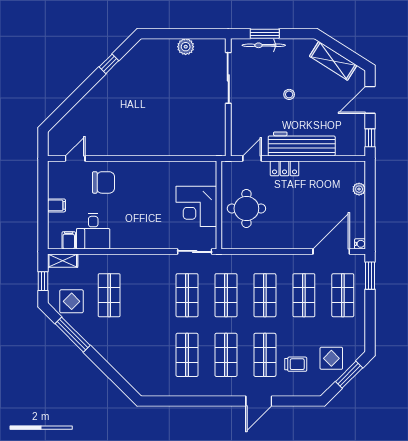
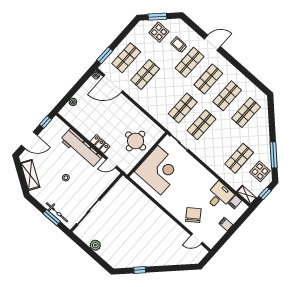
chair: (104, 182) -> (193, 215), turned 54
corner desk: (196, 206) -> (159, 170), width x1.36, depth x1.36
shop shelf: (265, 295) -> (246, 113), moved

